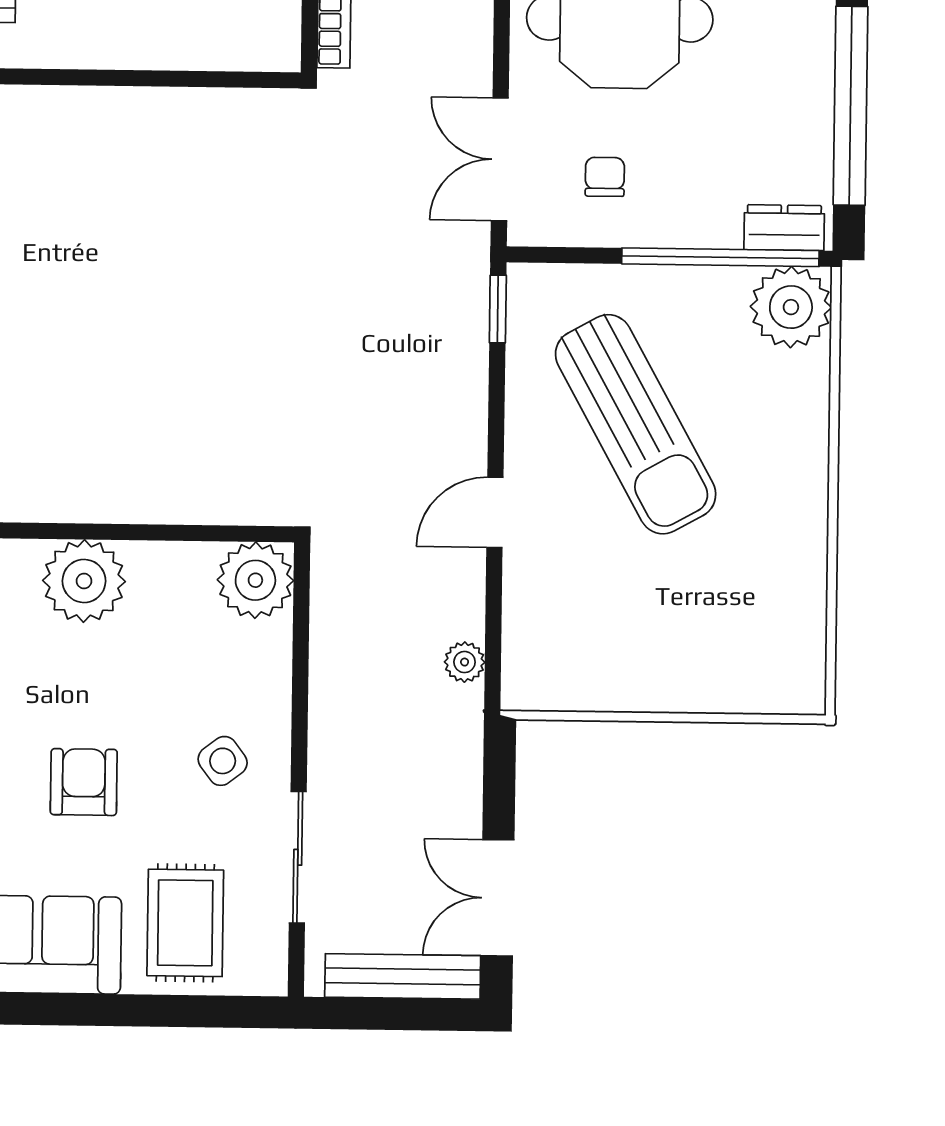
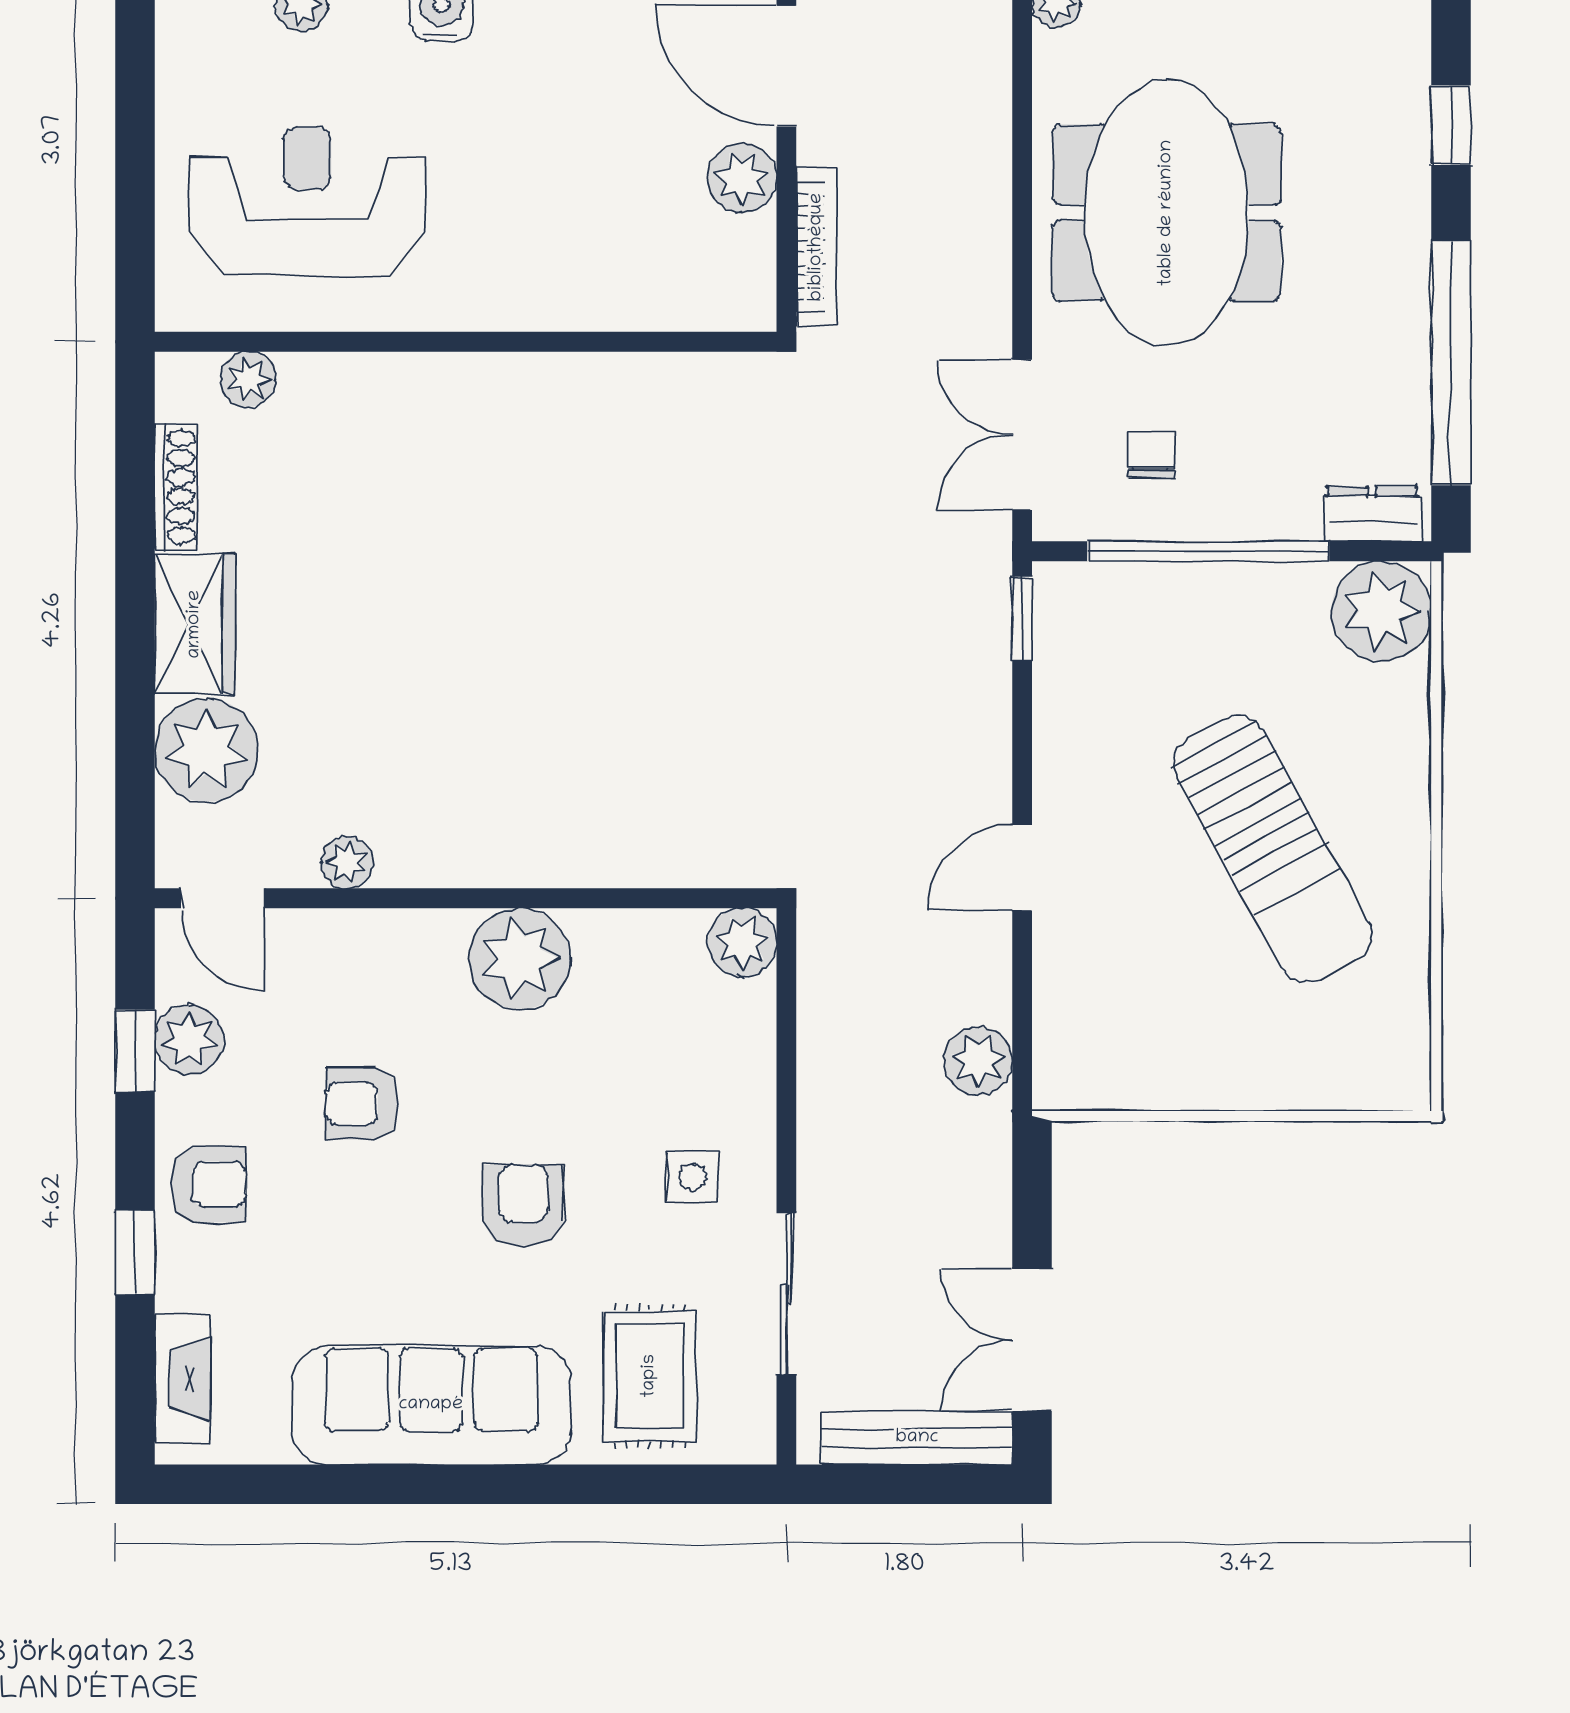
window: (720, 257) -> (1208, 551), moved
sun lounger: (636, 424) -> (1273, 849), moved
plant: (255, 580) -> (742, 942), width x0.73, depth x0.73
plant: (465, 662) -> (978, 1061), width x1.38, depth x1.38
side table: (223, 761) -> (693, 1177), turned 37

